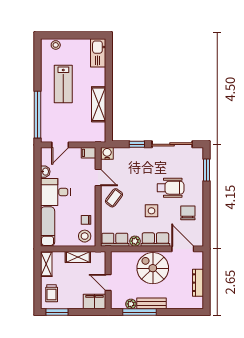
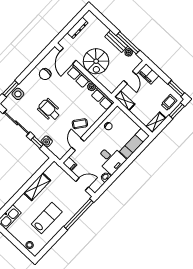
water cooler: (107, 153) -> (47, 141), moved
wheelchair: (171, 188) -> (49, 110), moved
side table: (151, 211) -> (18, 94), moved
stool: (85, 236) -> (118, 118), removed
shelving: (78, 257) -> (125, 101), moved
window: (37, 292) -> (177, 111), added

